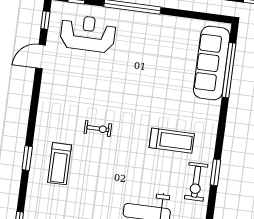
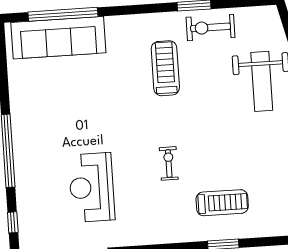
reception desk: (88, 34) -> (92, 187), moved
exercise bike: (196, 182) -> (211, 27), turned 180

